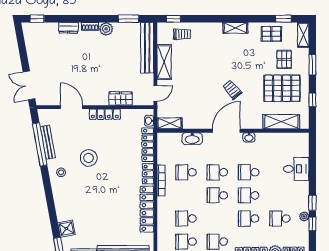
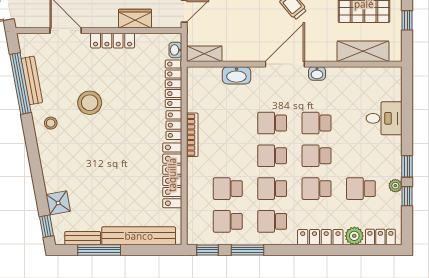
school desk: (186, 172) -> (272, 189), moved

